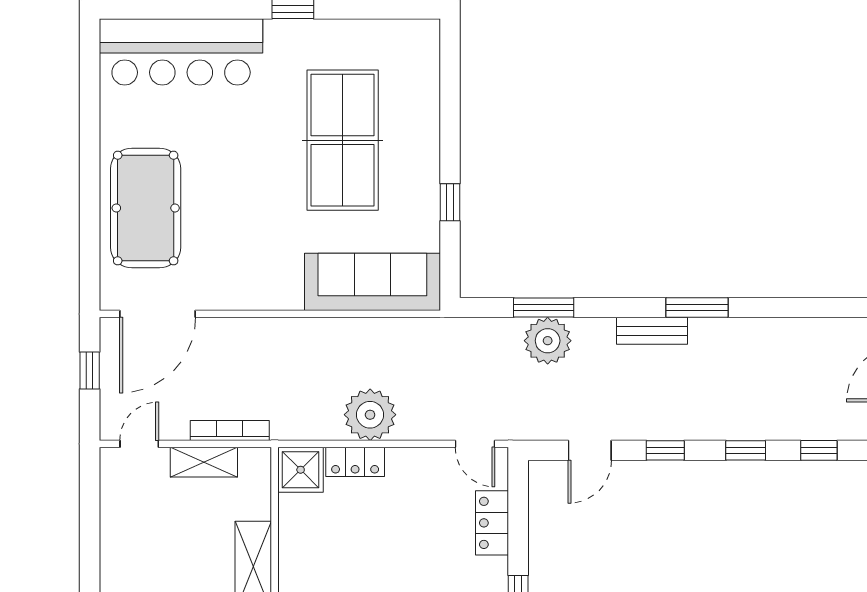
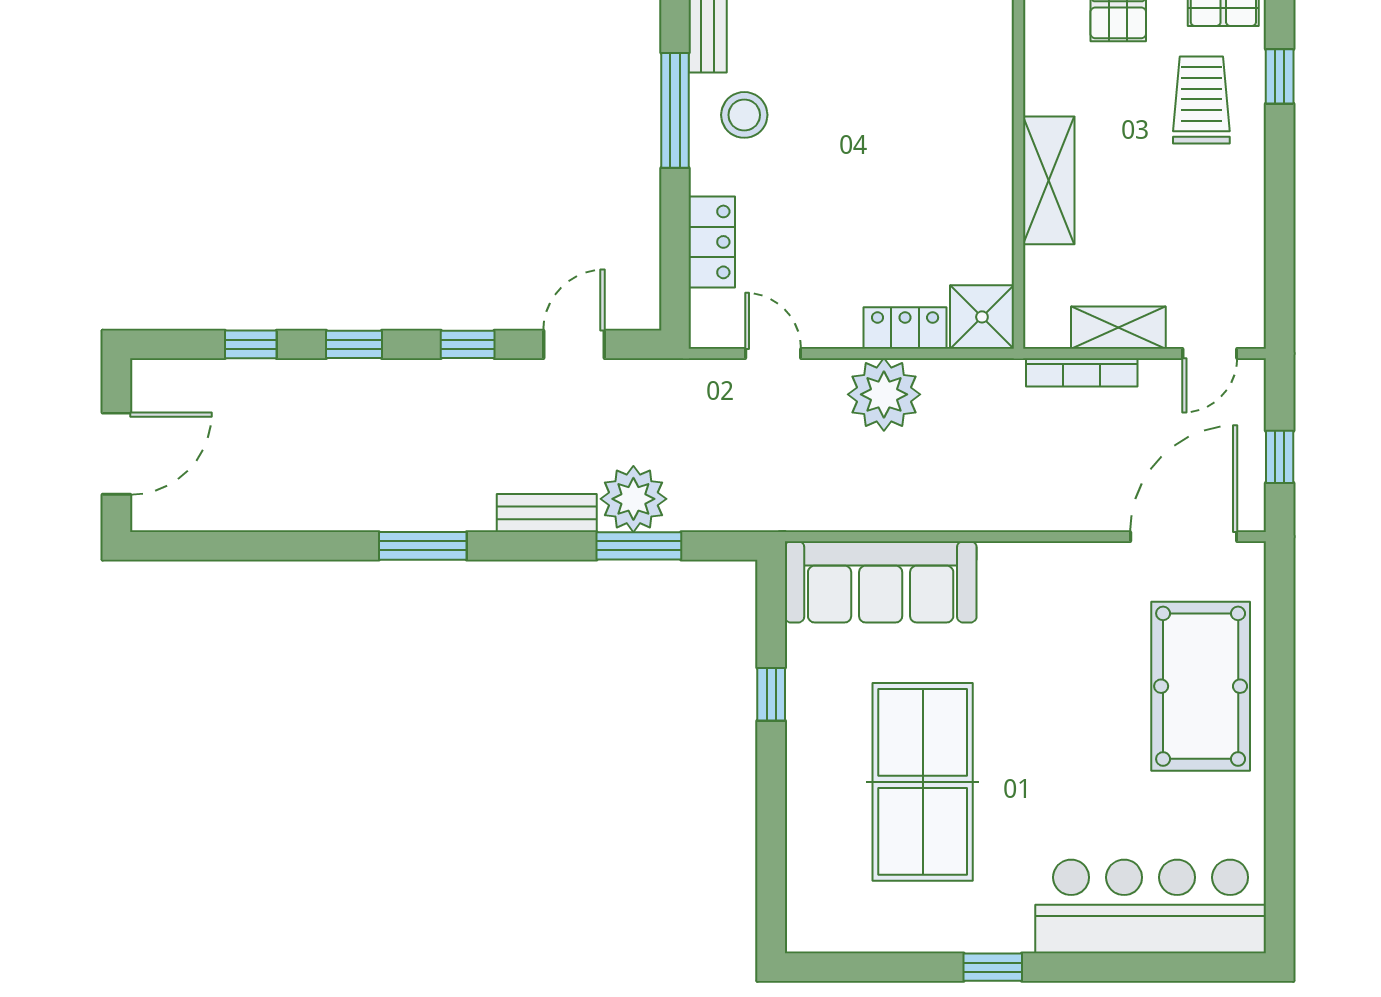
bench: (652, 331) -> (547, 513), moved
door: (475, 444) -> (773, 353), moved

